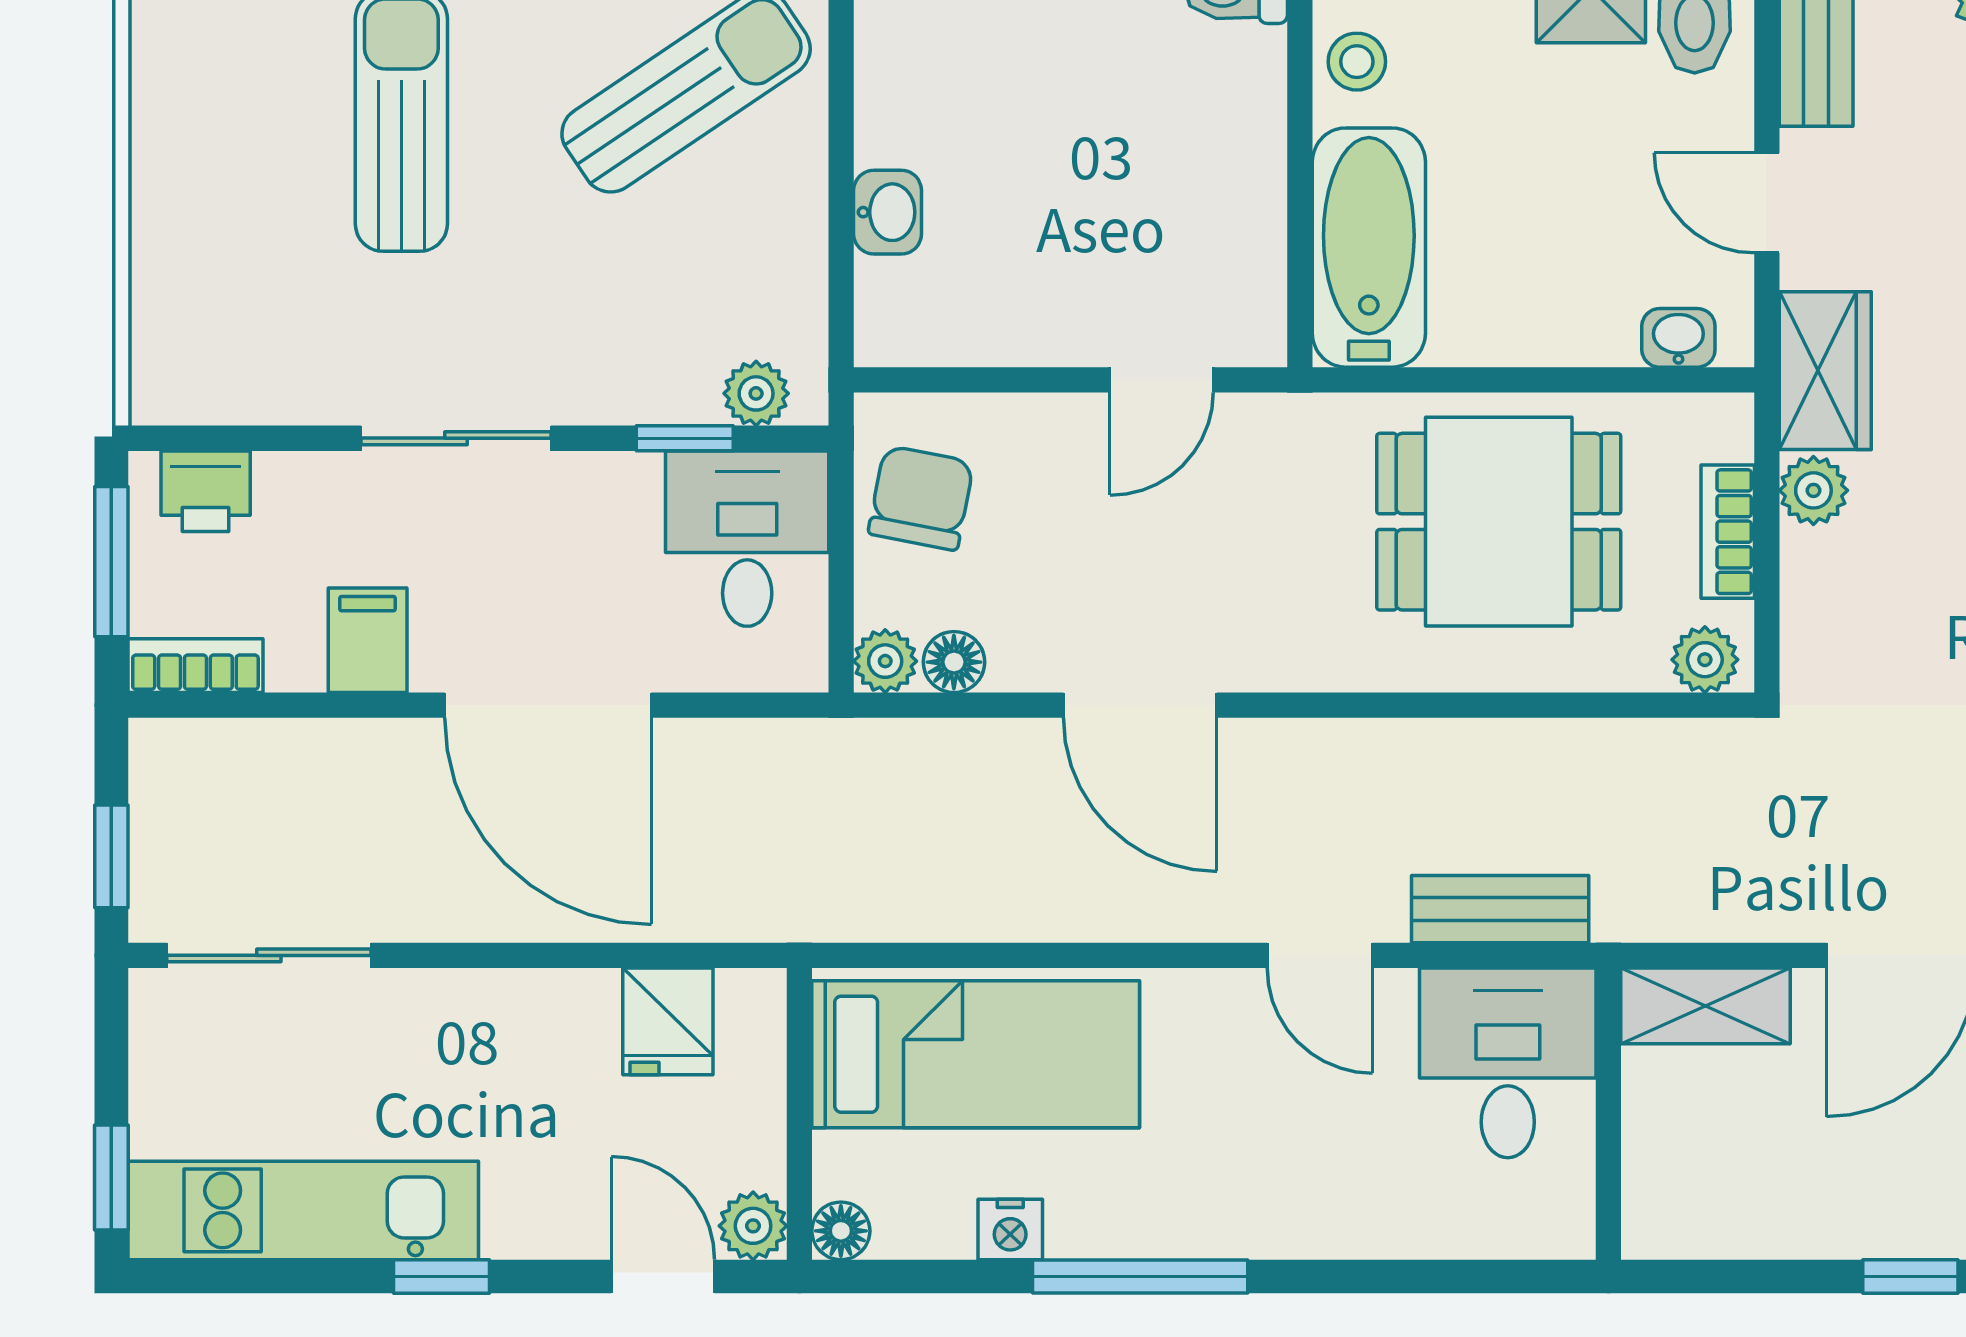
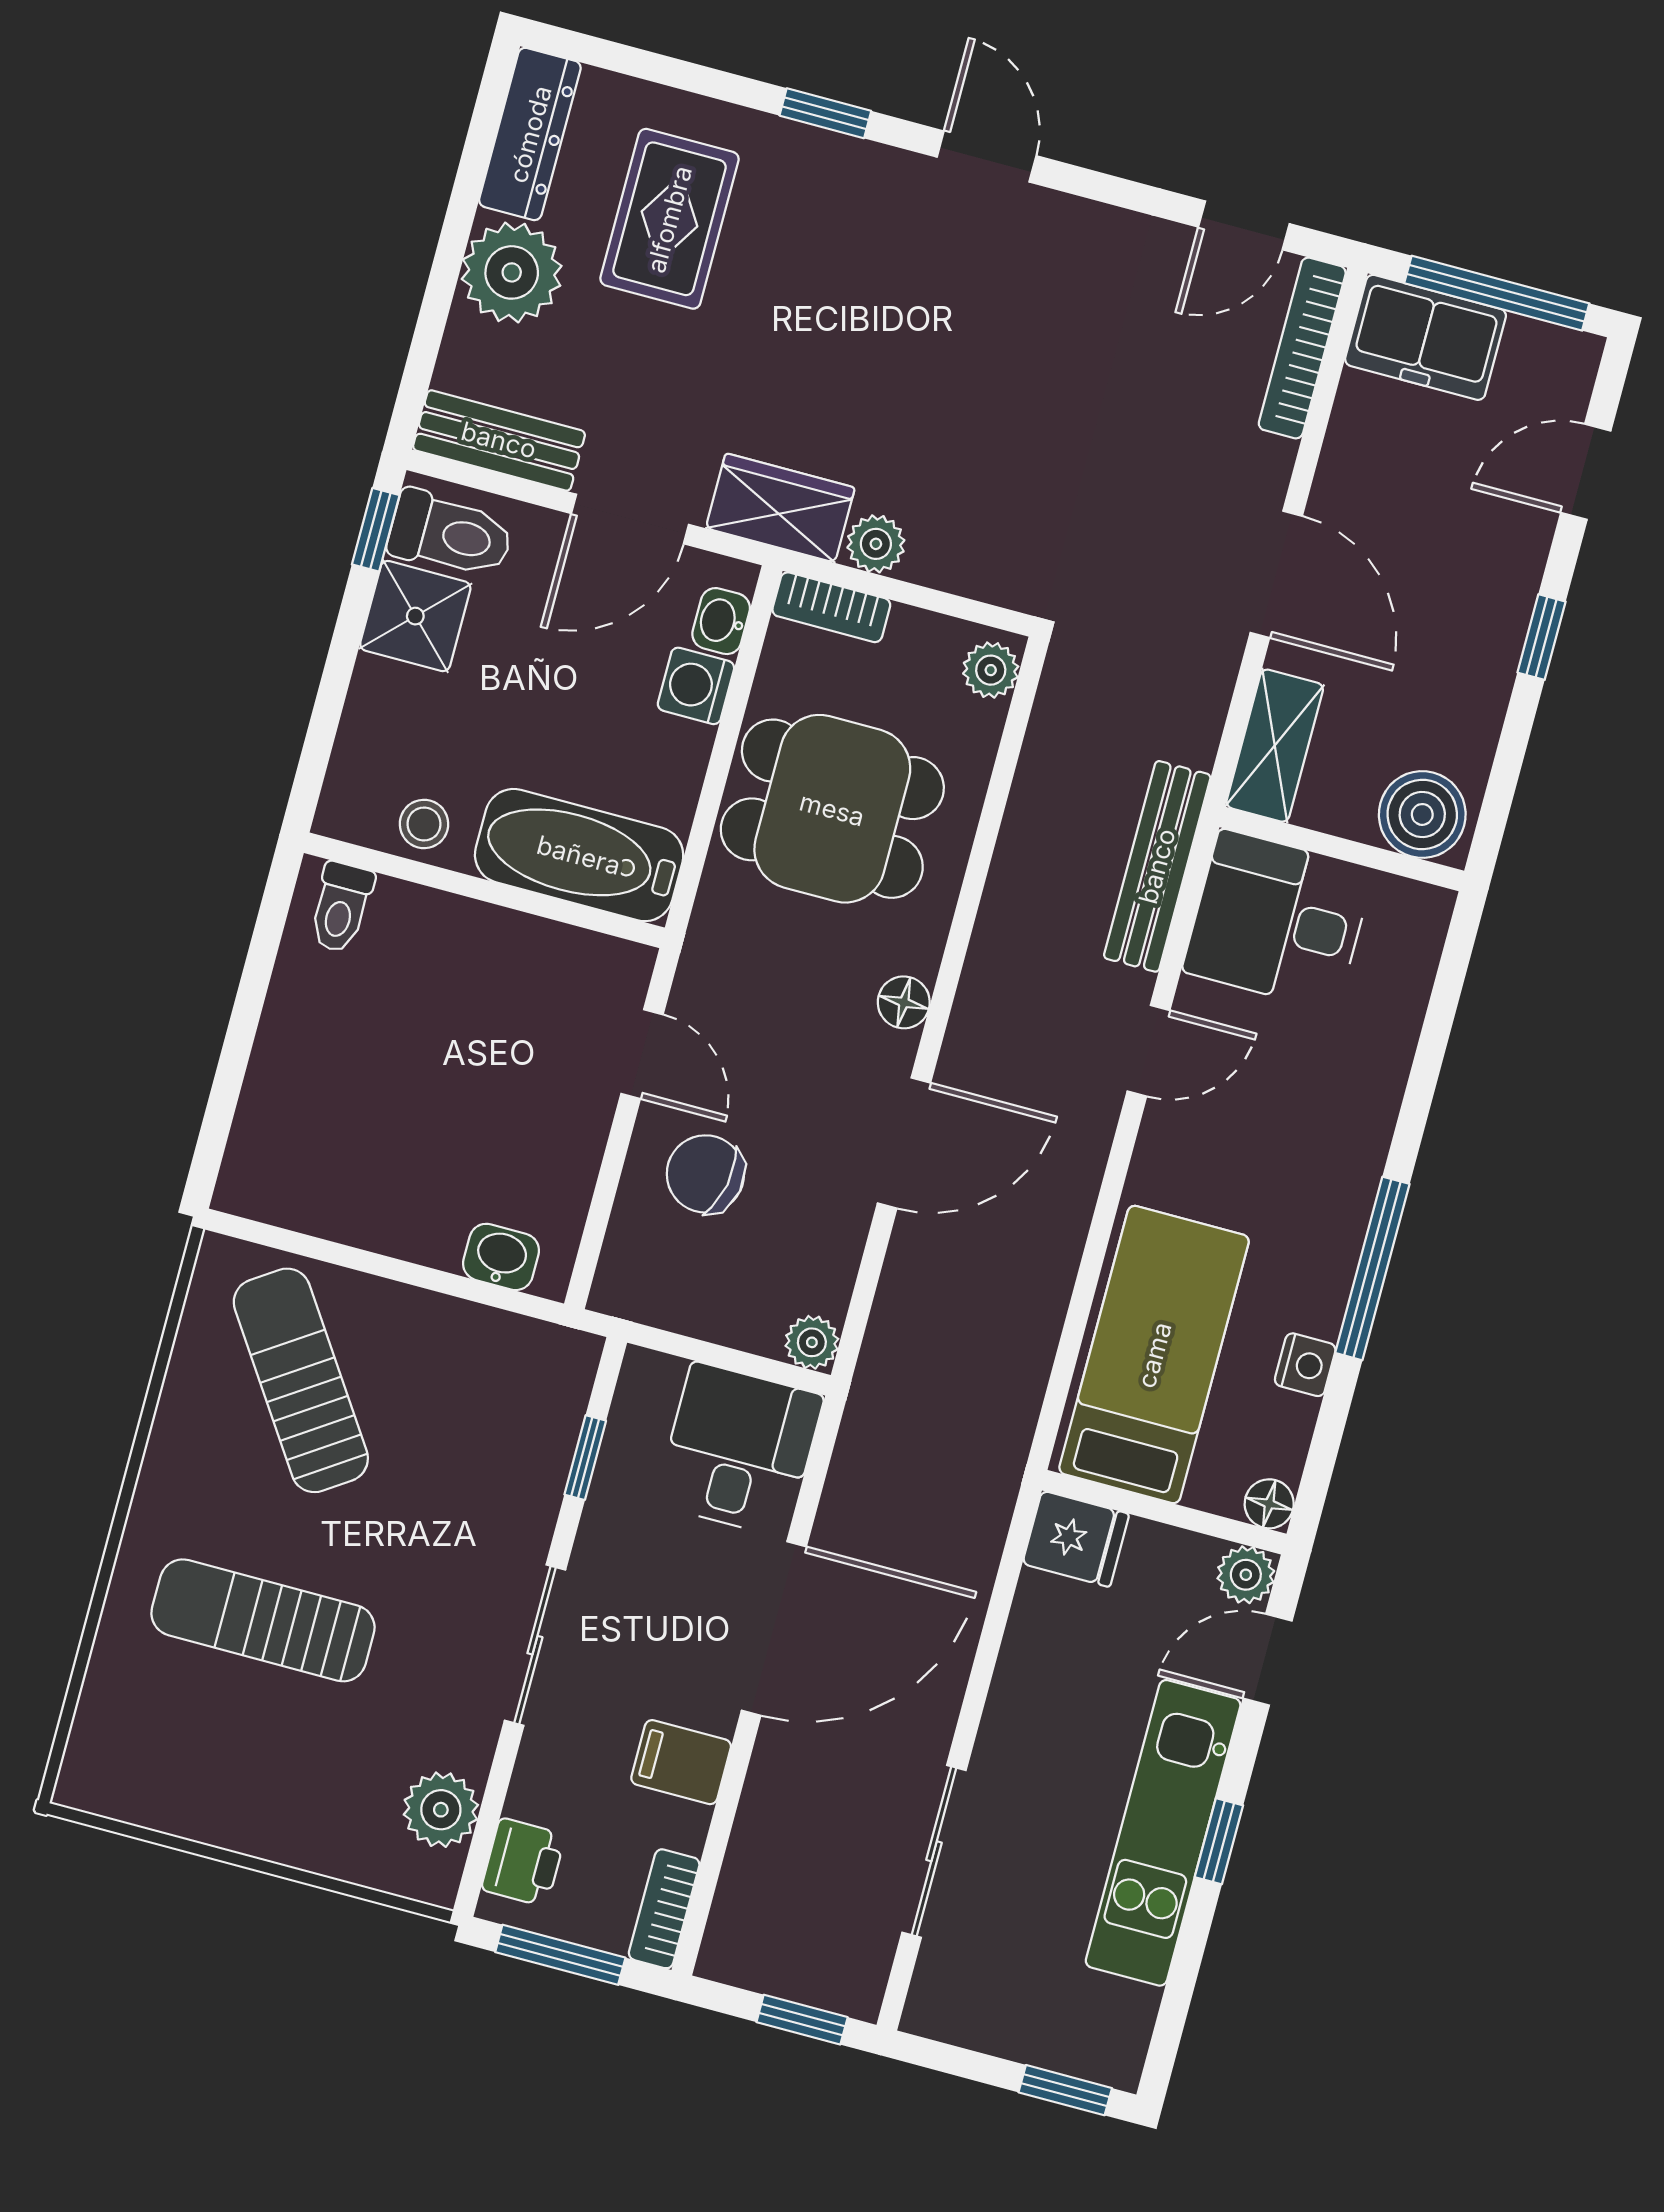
door: (1767, 203) -> (630, 519), width x1.38
washbasin: (888, 212) -> (501, 1257), moved
washing machine: (1597, 329) -> (696, 686), added
plant: (756, 393) -> (441, 1810), moved, width x1.38, depth x1.38
chair: (921, 498) -> (705, 1174), moved
dining table: (1499, 522) -> (832, 809), turned 90
bookcase: (1728, 532) -> (831, 607), moved
desk: (747, 539) -> (739, 1450), moved, turned 90
floor lamp: (954, 662) -> (904, 1002), moved
bench: (1500, 909) -> (1157, 866), width x1.36
sliding door: (269, 955) -> (934, 1851), moved
fridge: (668, 1021) -> (1076, 1539), moved
boiler: (1672, 1195) -> (1422, 814), added
kitchen unit: (303, 1210) -> (1163, 1833), moved

